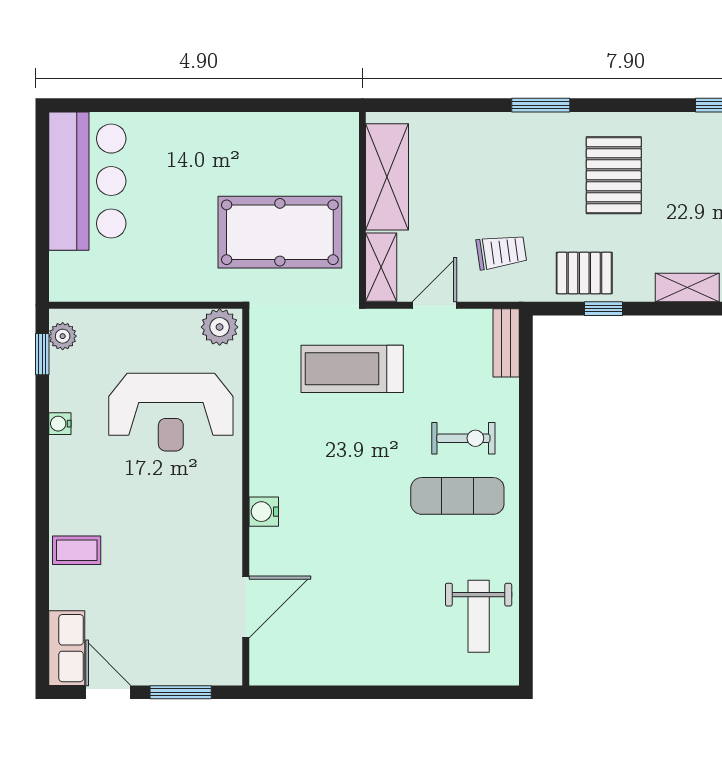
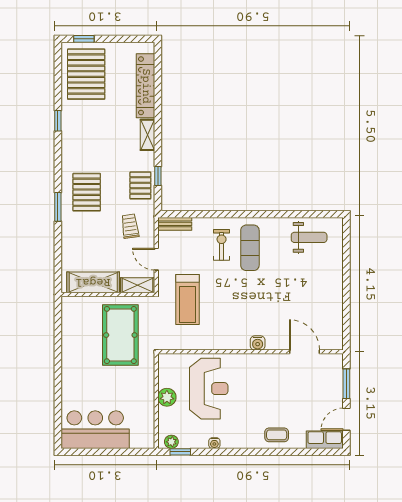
pallet: (614, 175) -> (87, 192), moved, turned 90
plant: (220, 327) -> (167, 397), moved
coffee table: (77, 550) -> (277, 435), turned 90

